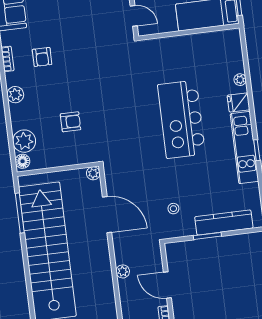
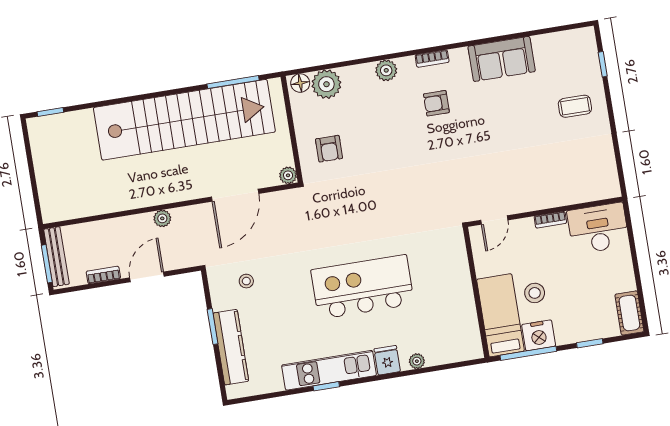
armchair: (71, 122) -> (329, 149), moved

